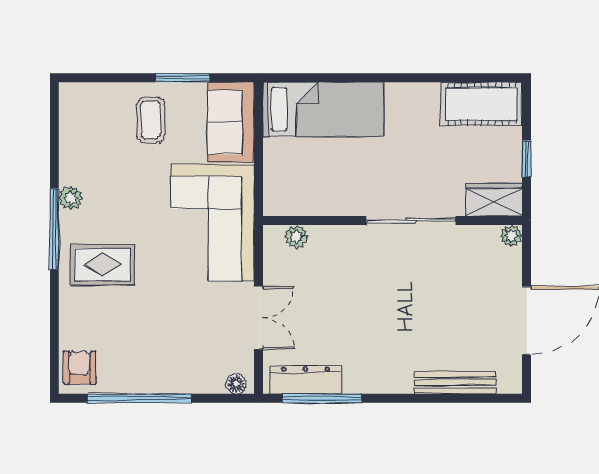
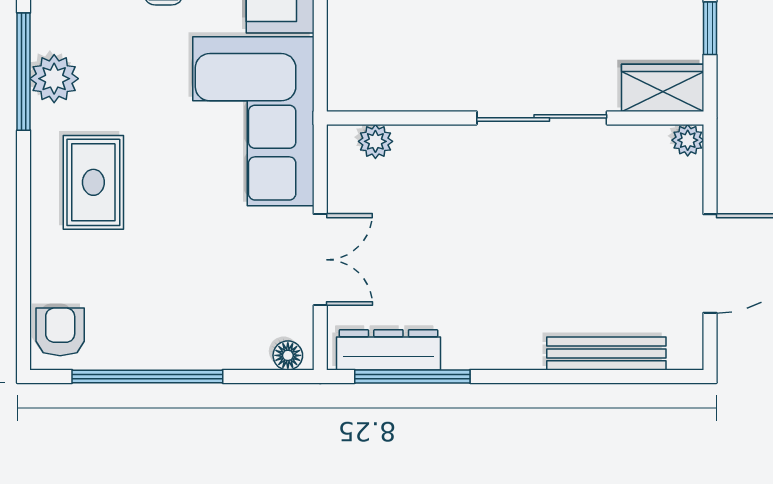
plant: (71, 198) -> (54, 79), width x1.38, depth x1.38
window: (54, 229) -> (24, 72), moved
rug: (102, 265) -> (93, 182), turned 90

